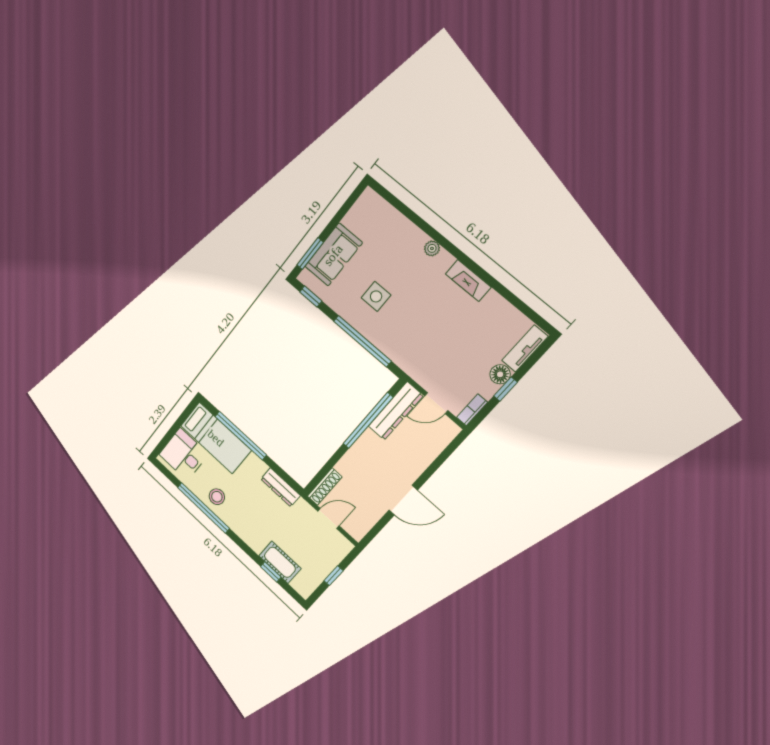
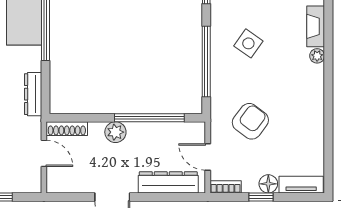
fireplace: (468, 280) -> (316, 26), moved
side table: (376, 296) -> (248, 43), turned 35
armchair: (437, 346) -> (250, 121), added
dresser: (396, 411) -> (168, 182), moved, turned 180
plant: (357, 455) -> (115, 132), added

